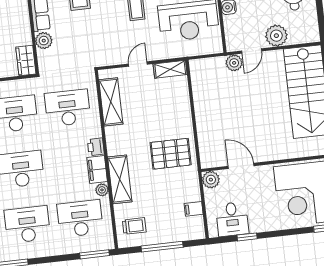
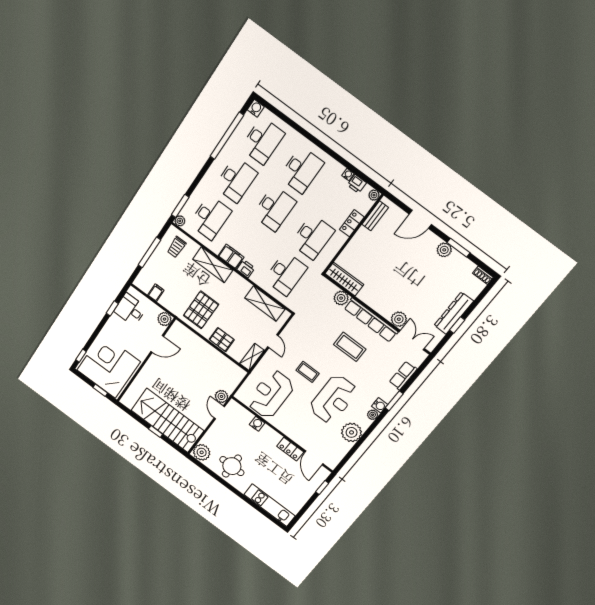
plant: (276, 36) -> (202, 452), moved
wardrobe: (26, 61) -> (344, 279), width x1.50
pallet: (180, 111) -> (222, 340), added
plant: (102, 190) -> (180, 221), moved

